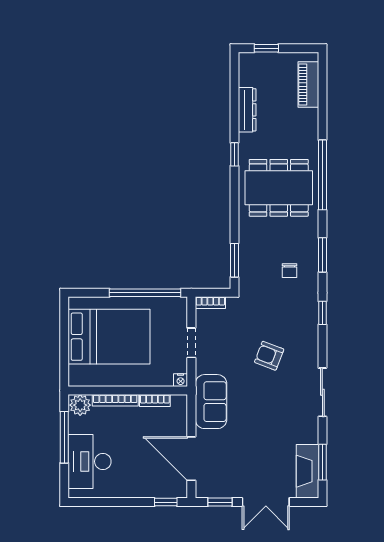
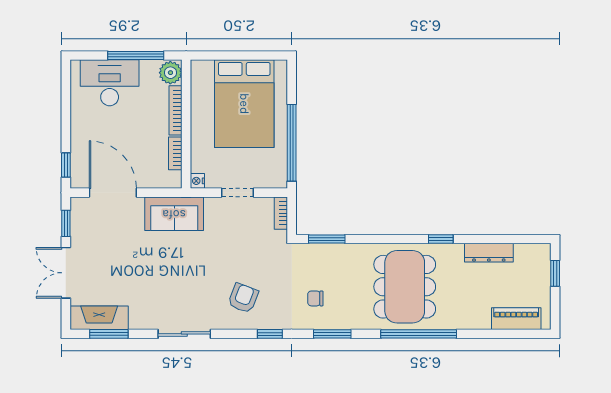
armchair: (269, 356) -> (243, 298), moved
door: (191, 459) -> (113, 193), hinge flipped

